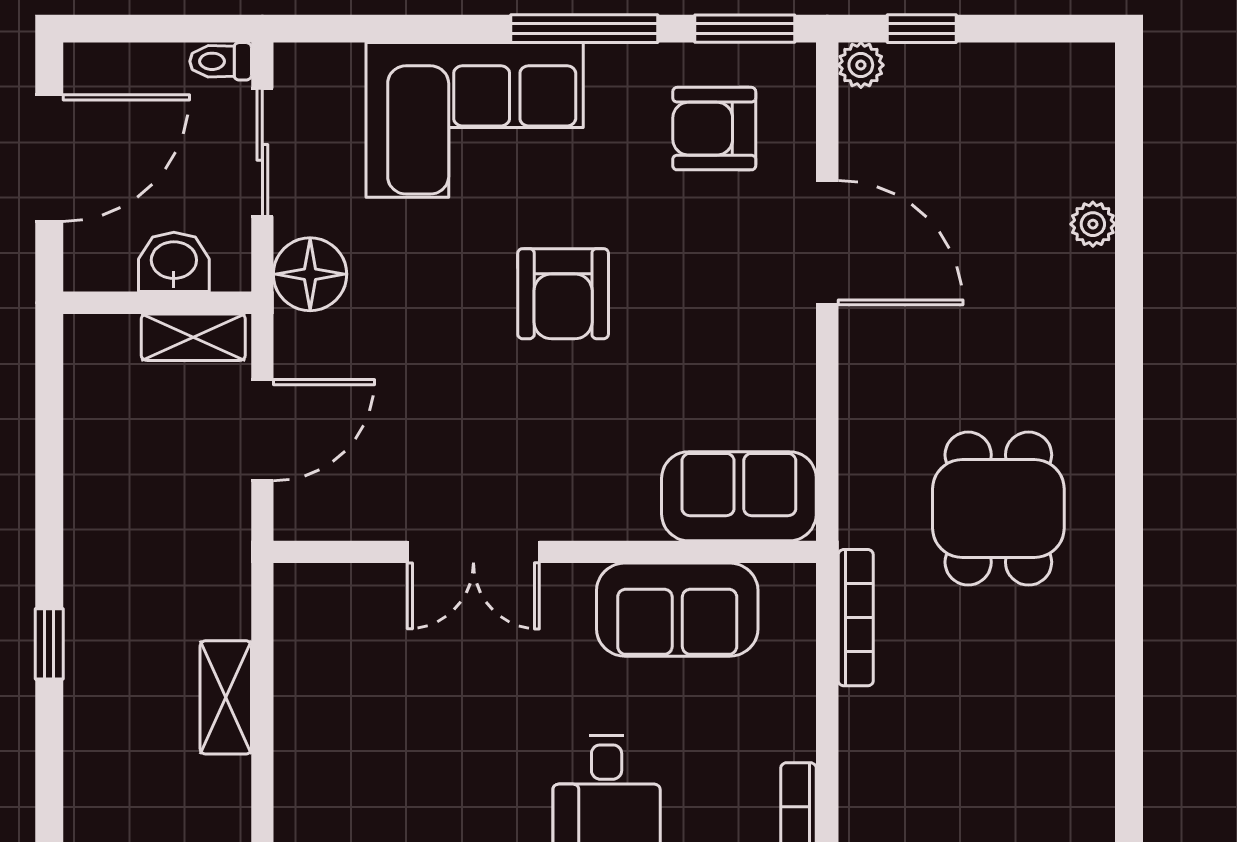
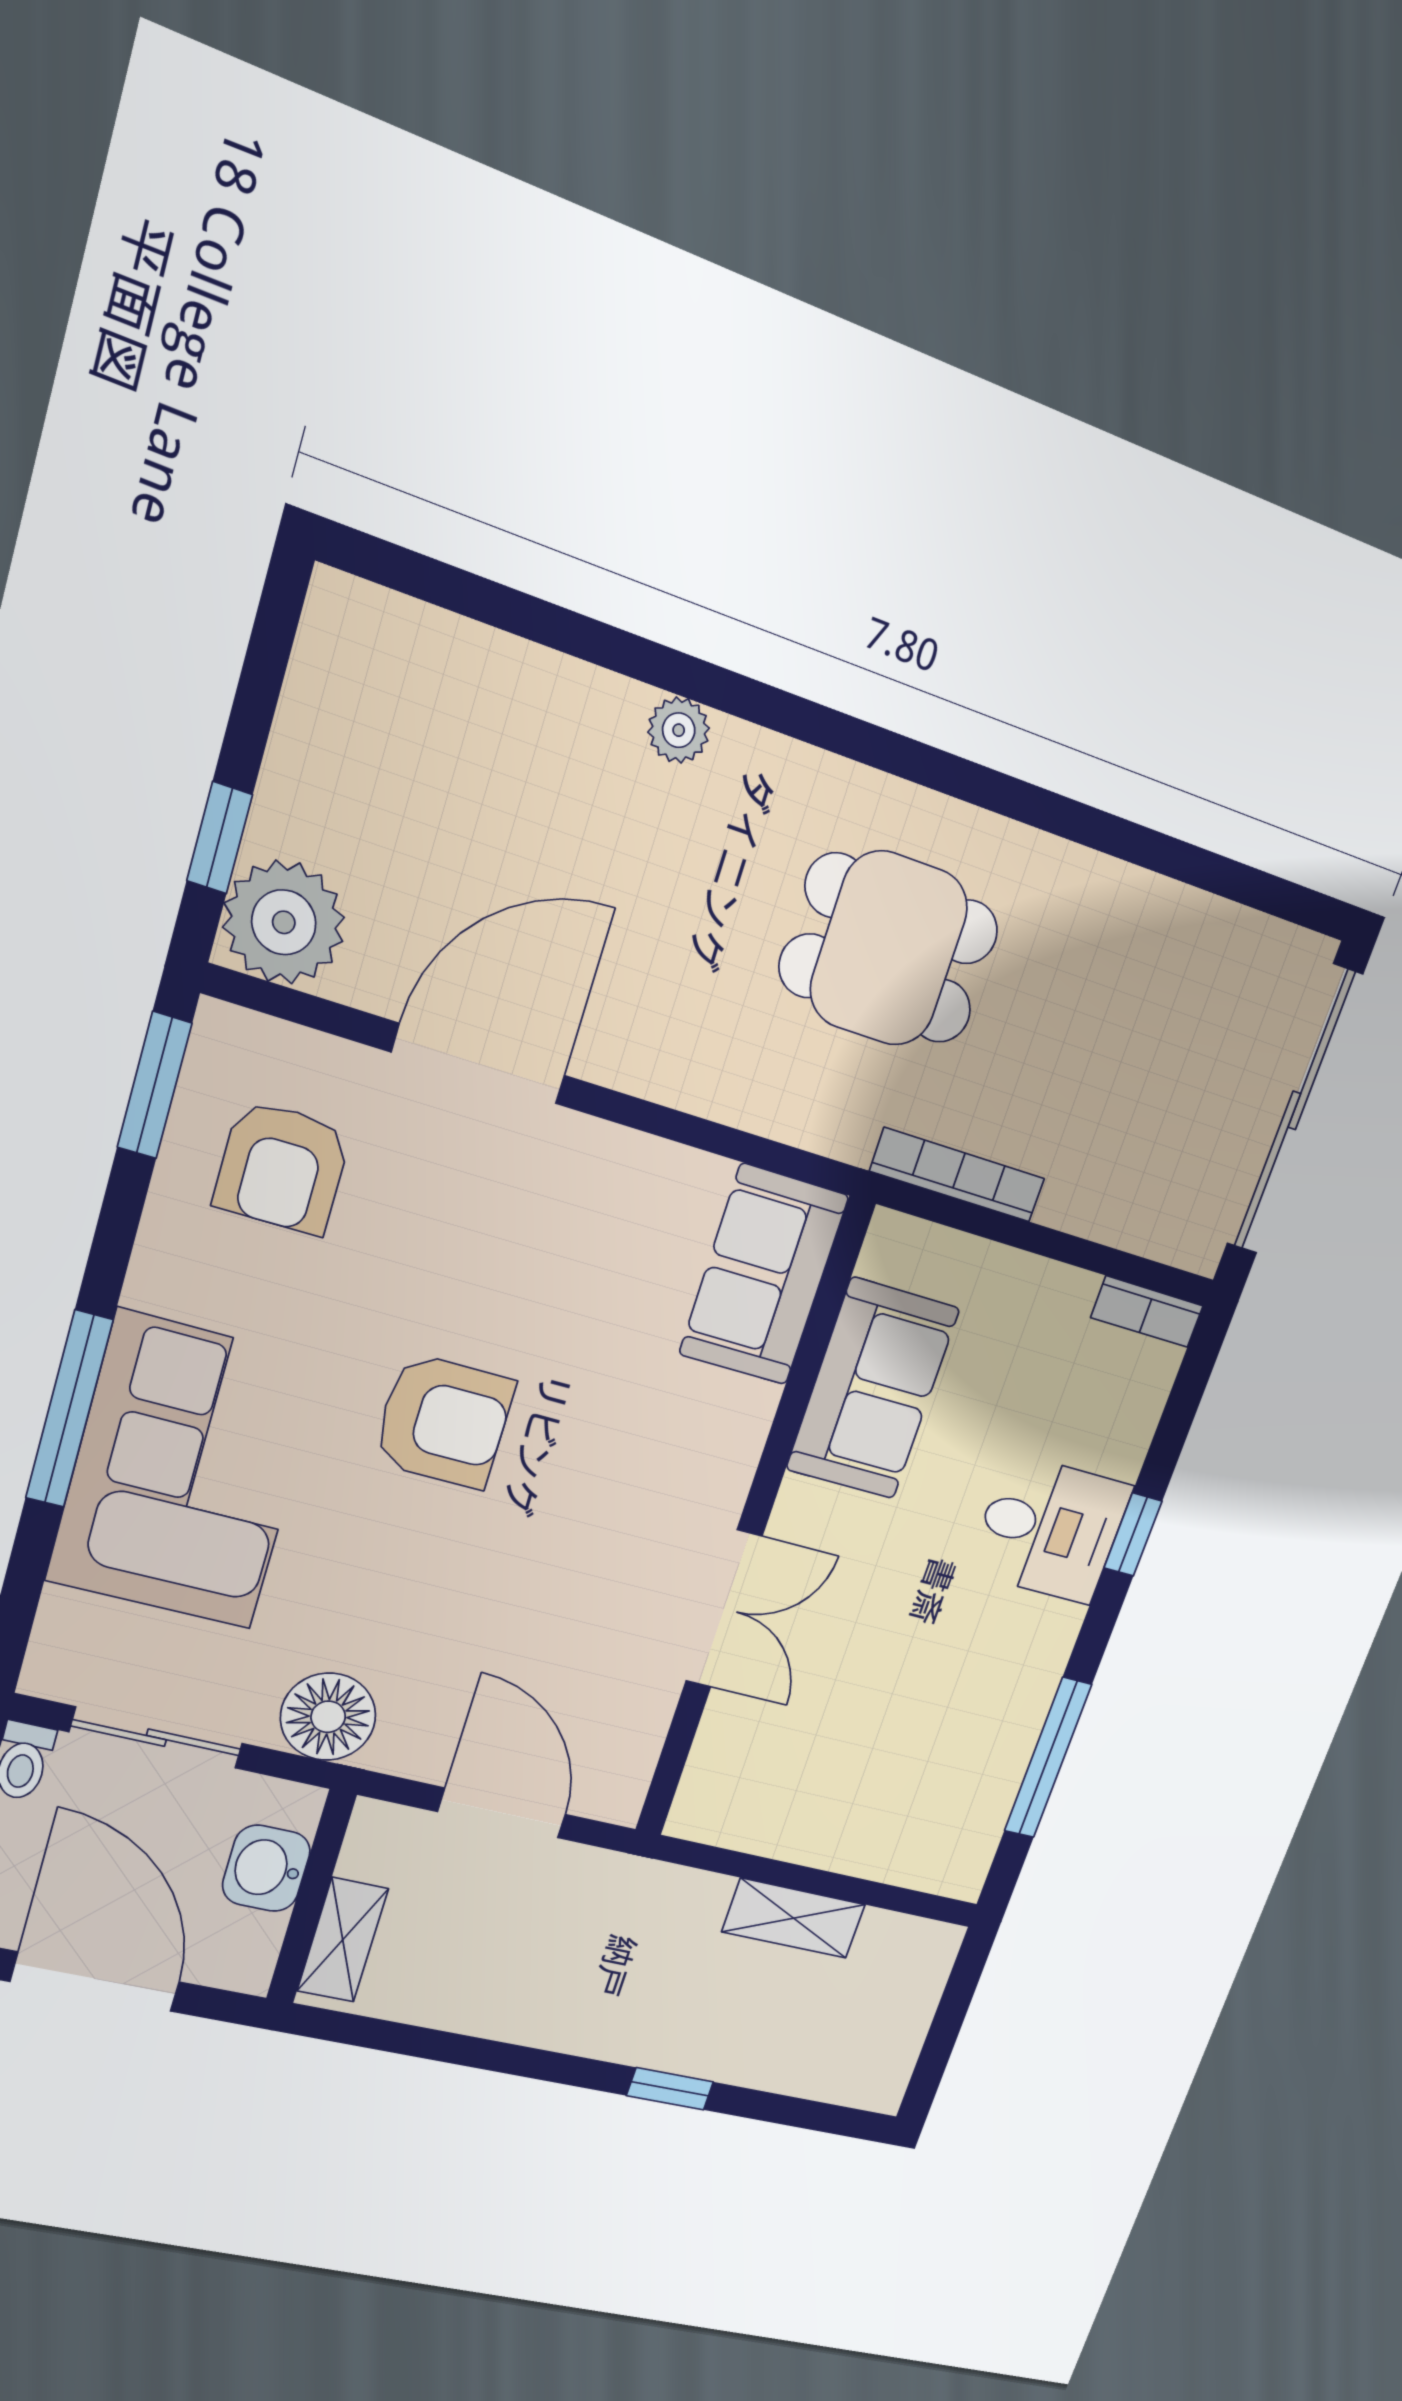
window: (584, 29) -> (69, 1409), moved
plant: (861, 65) -> (284, 922), width x1.87, depth x1.87
plant: (1093, 224) -> (679, 730), moved
shelving: (193, 337) -> (343, 1940), moved

